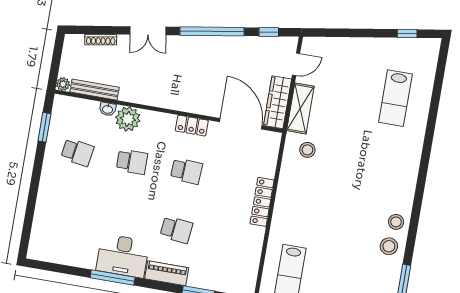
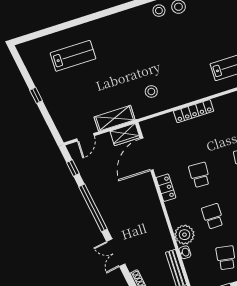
double door: (148, 31) -> (116, 253), swing flipped
window: (407, 34) -> (36, 95), moved
door: (296, 64) -> (85, 137), swing flipped
wardrobe: (278, 102) -> (125, 134), width x0.67
stool: (307, 150) -> (151, 92), moved

